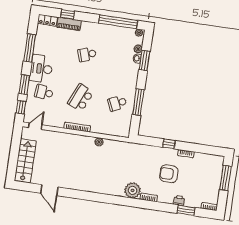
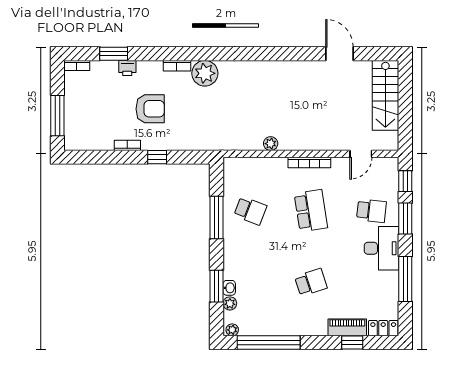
school desk: (81, 98) -> (311, 211), turned -33
school desk: (117, 103) -> (250, 211), turned 45
door: (35, 126) -> (361, 154), moved

